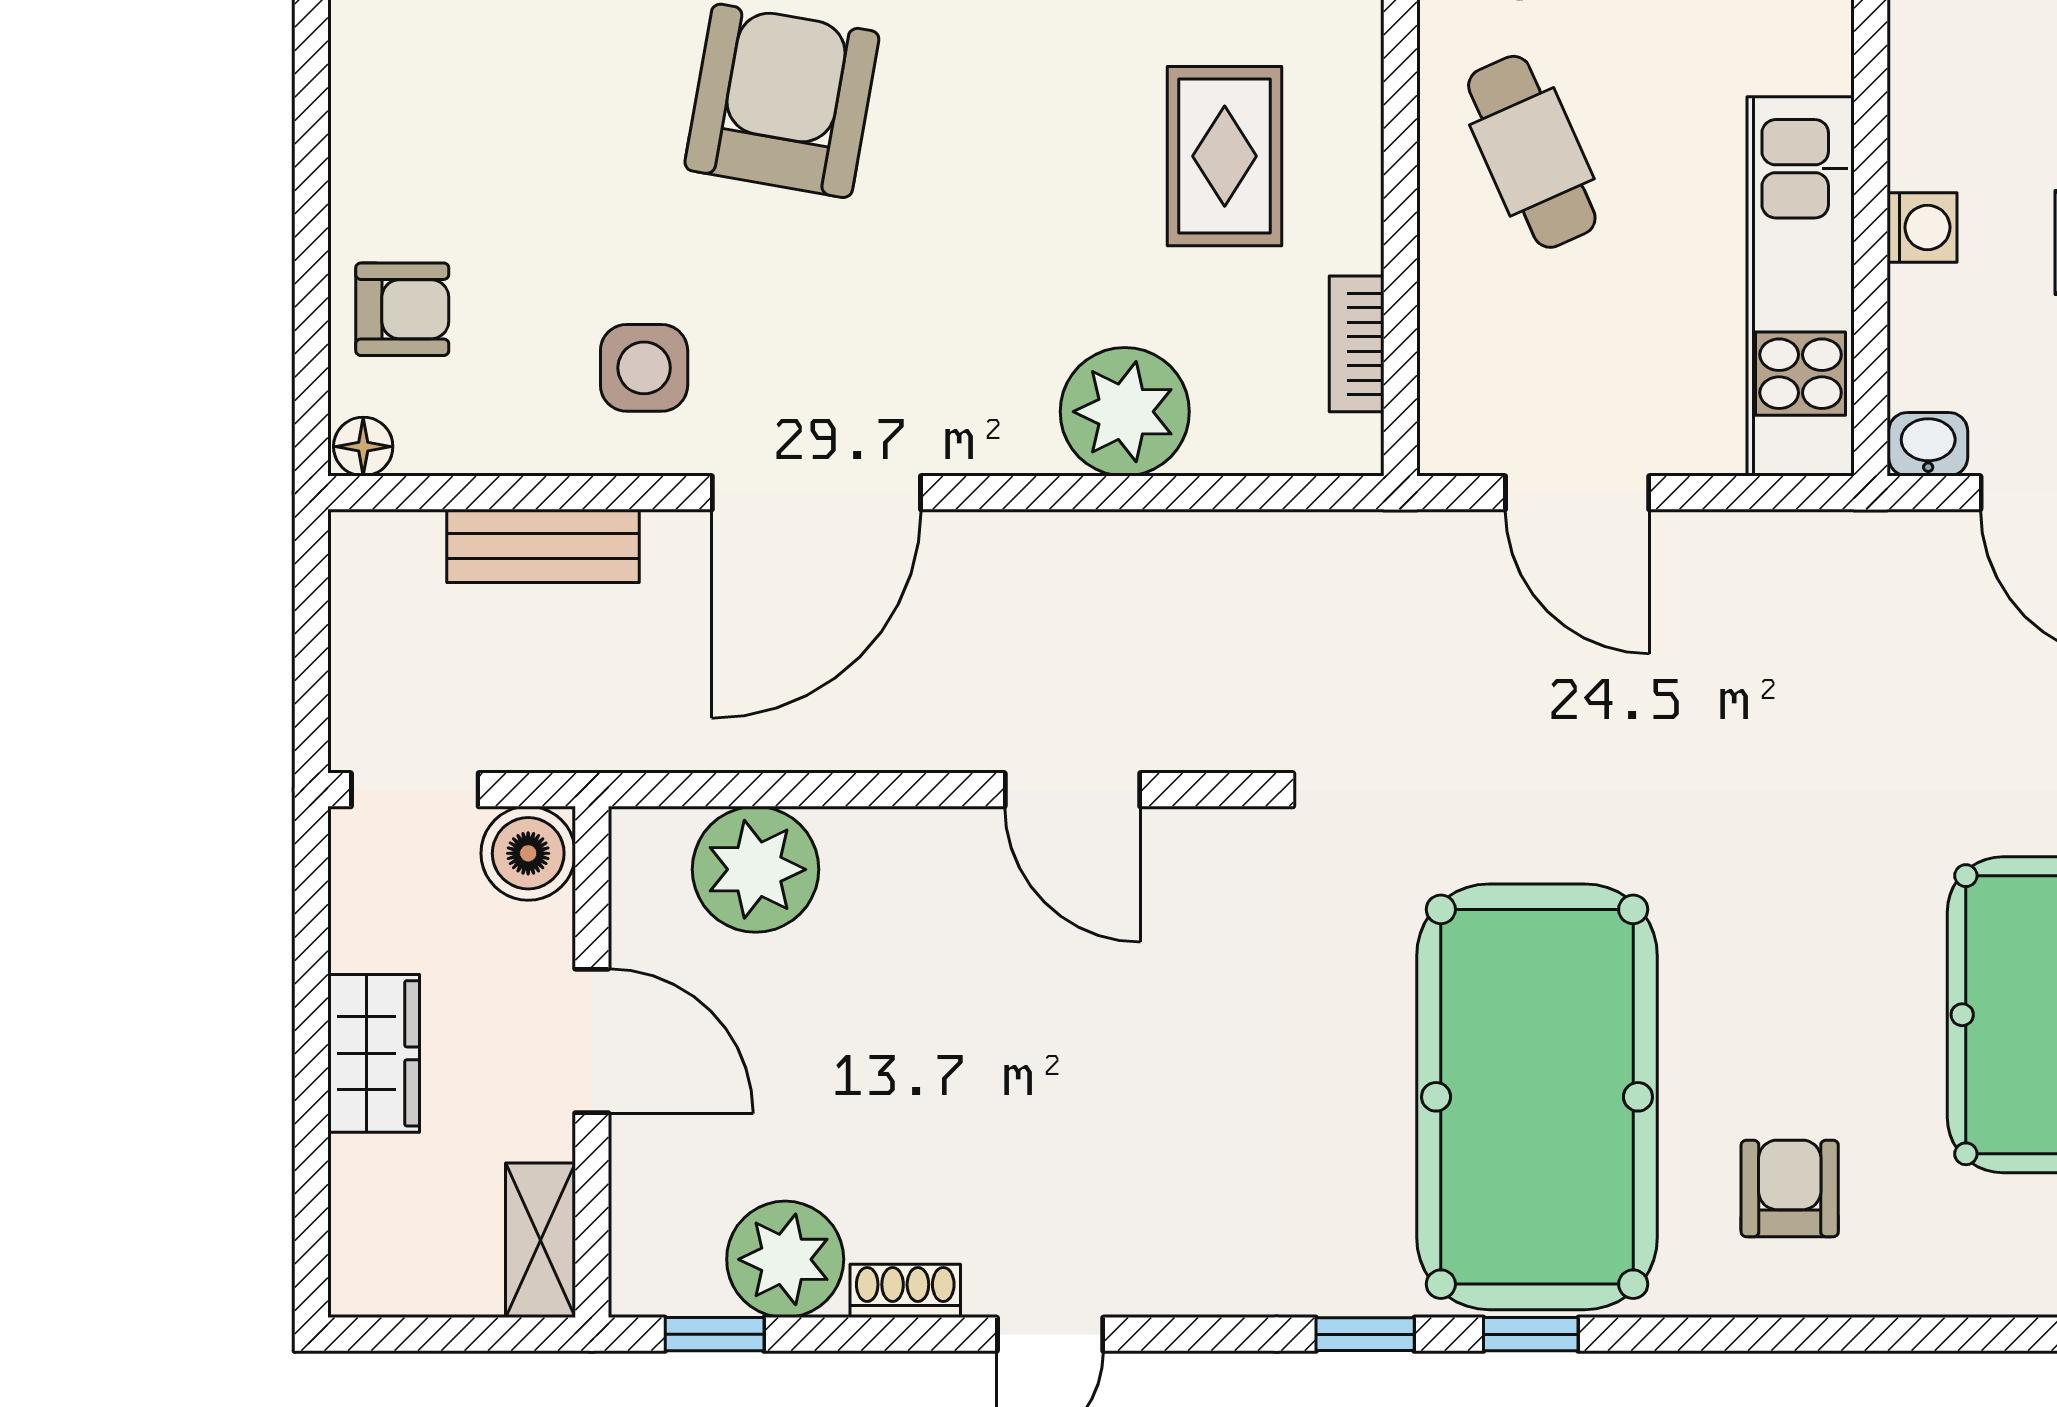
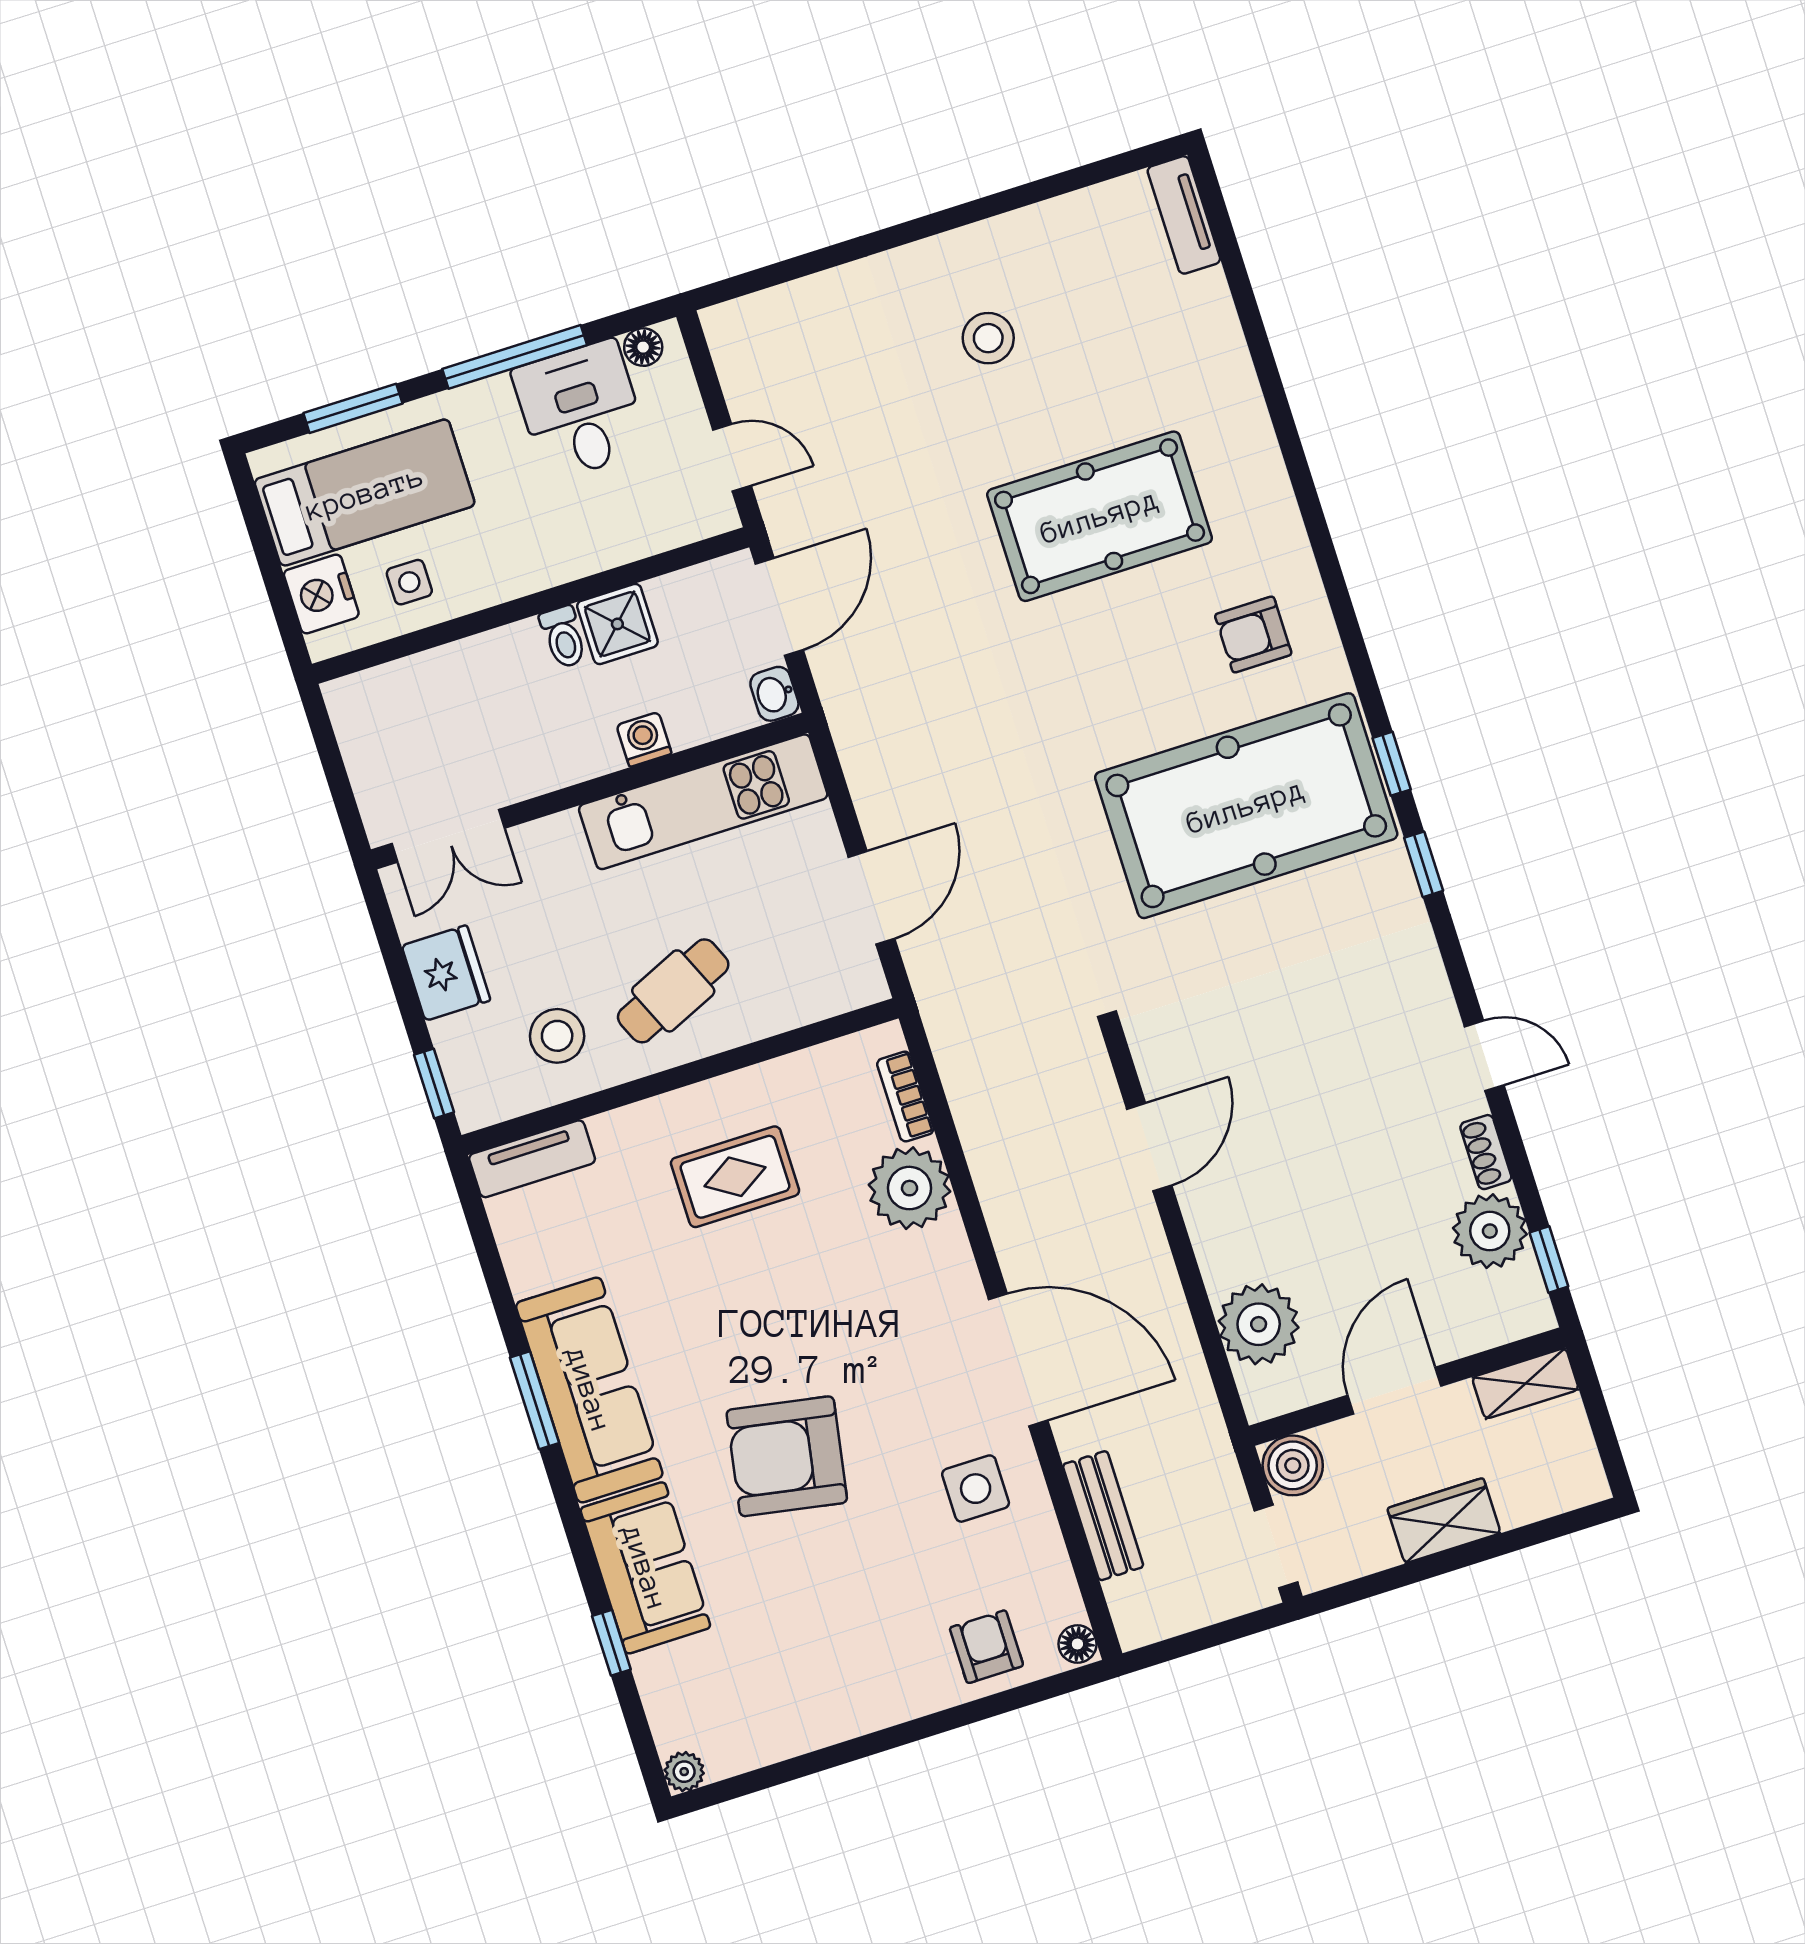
bookcase: (1357, 344) -> (905, 1096), moved, turned 90

